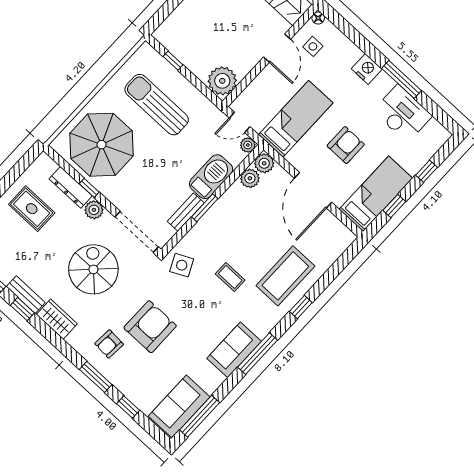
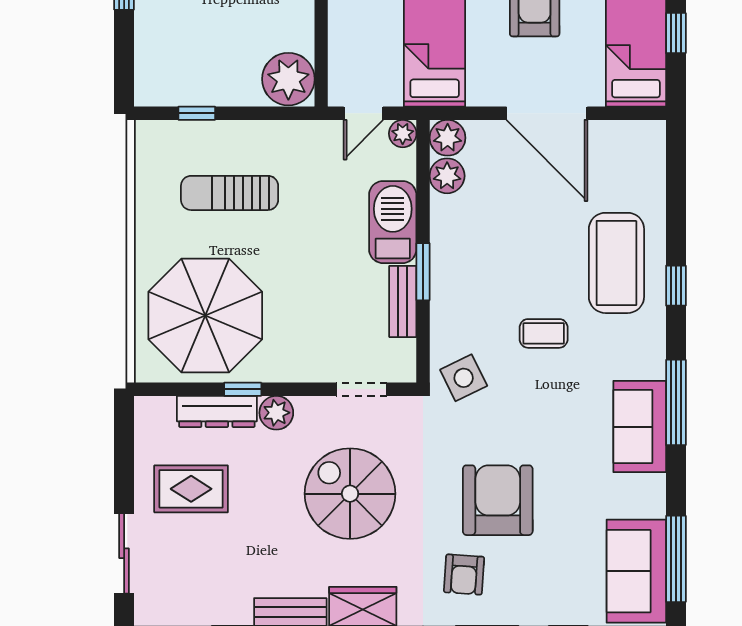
sun lounger: (157, 105) -> (230, 193), width x0.73, depth x0.75
doorway: (137, 232) -> (362, 389), width x0.53

